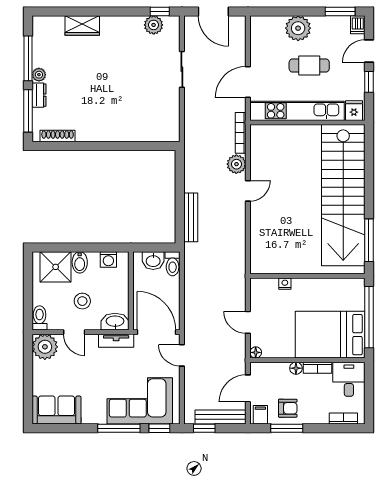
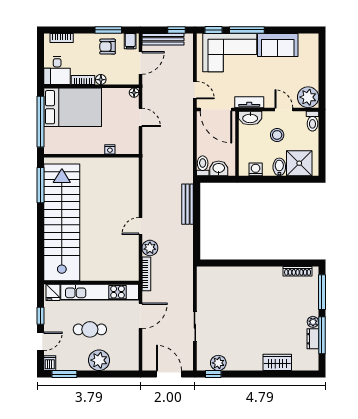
dresser: (39, 95) -> (313, 339), moved
sofa: (57, 410) -> (278, 45), moved

